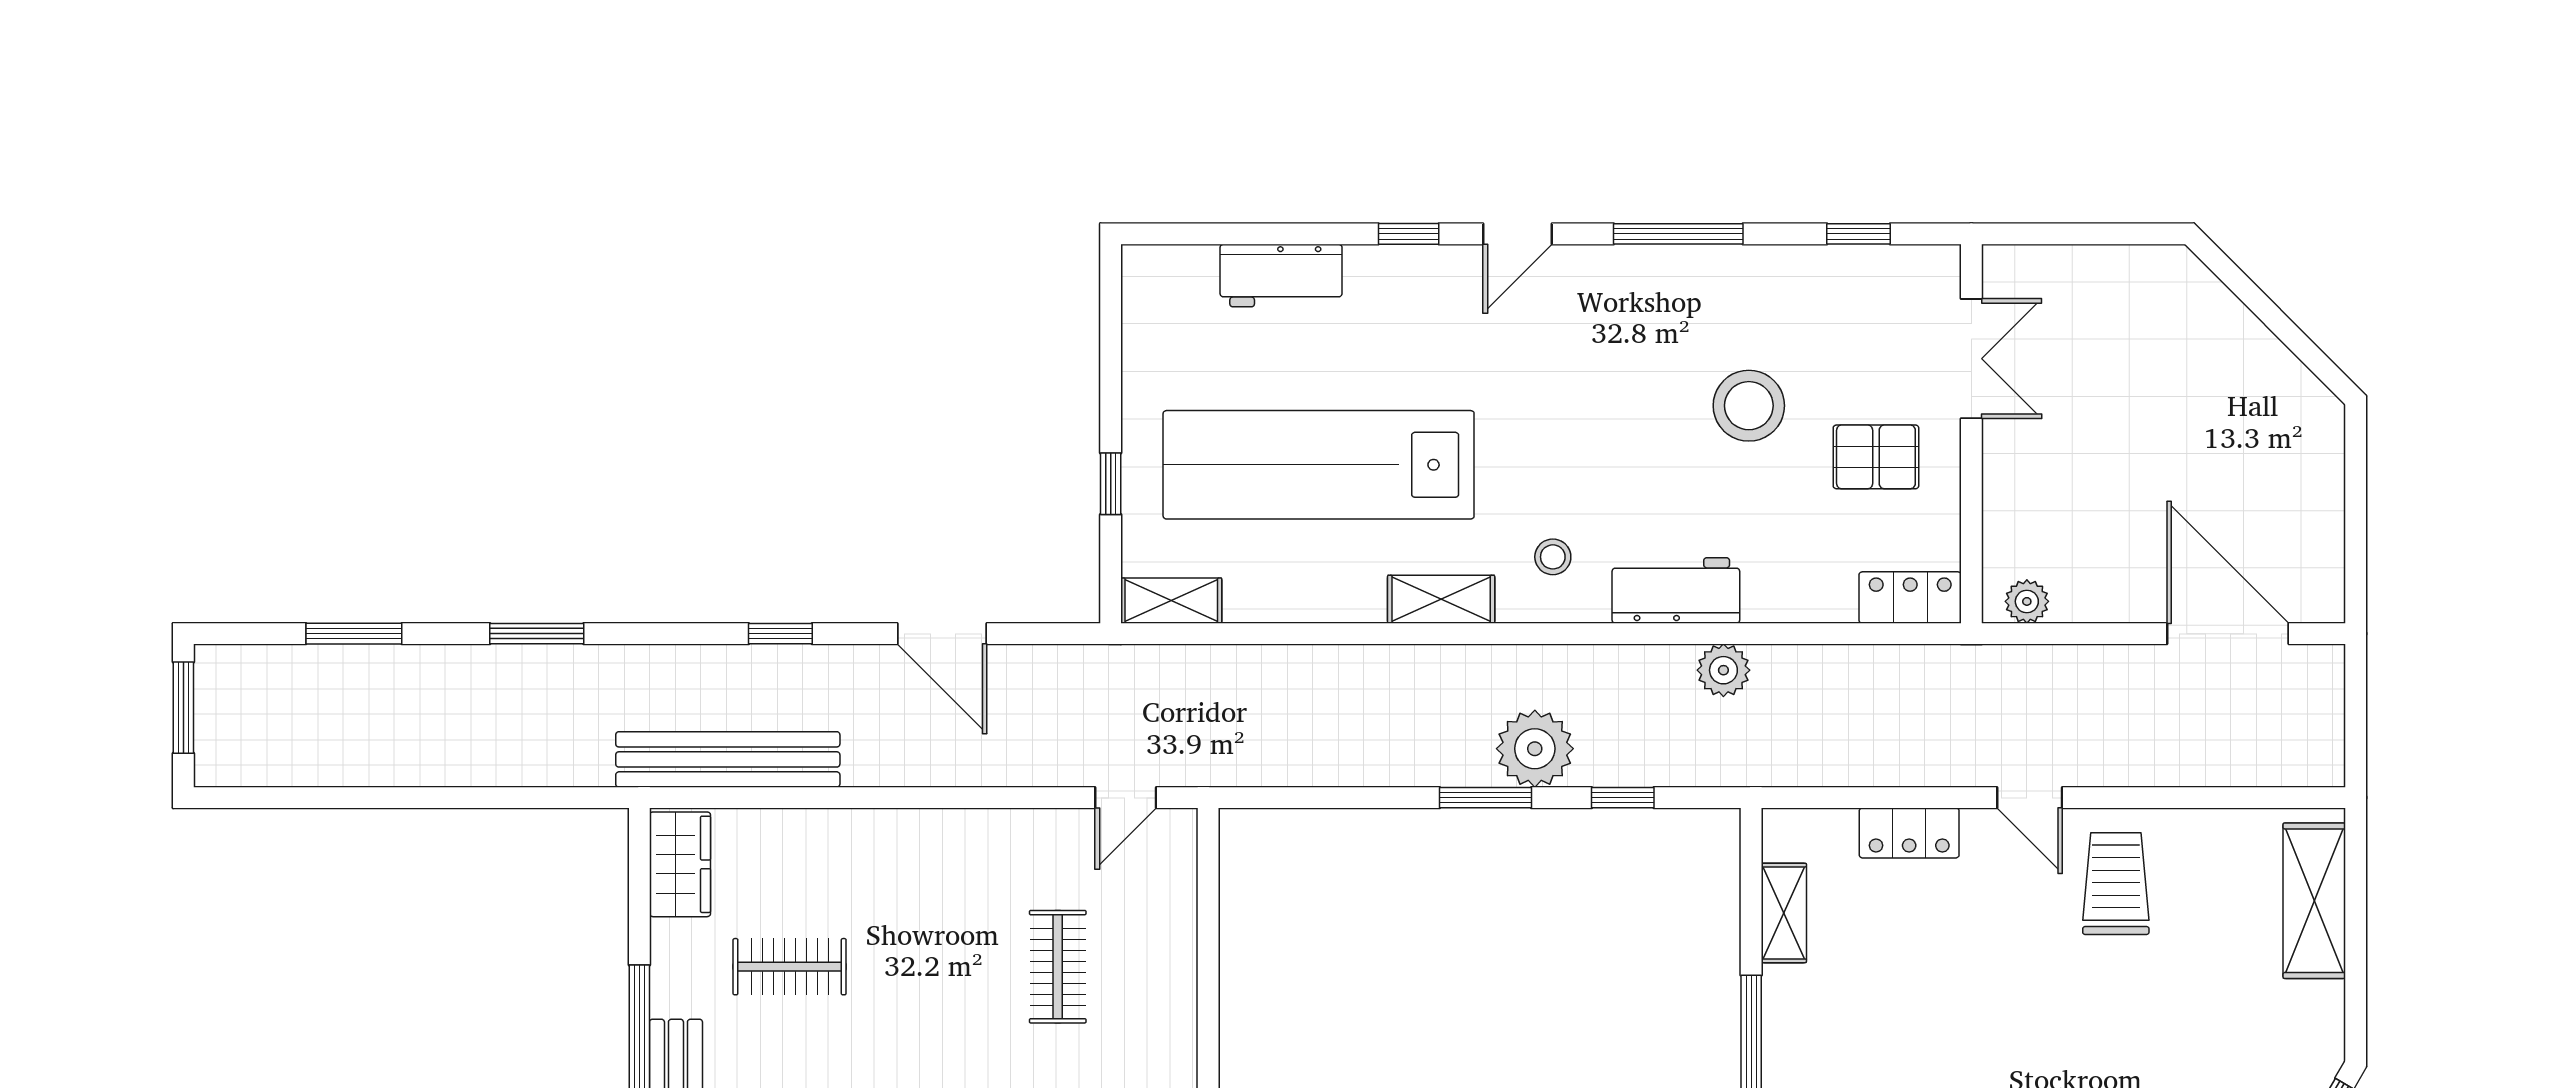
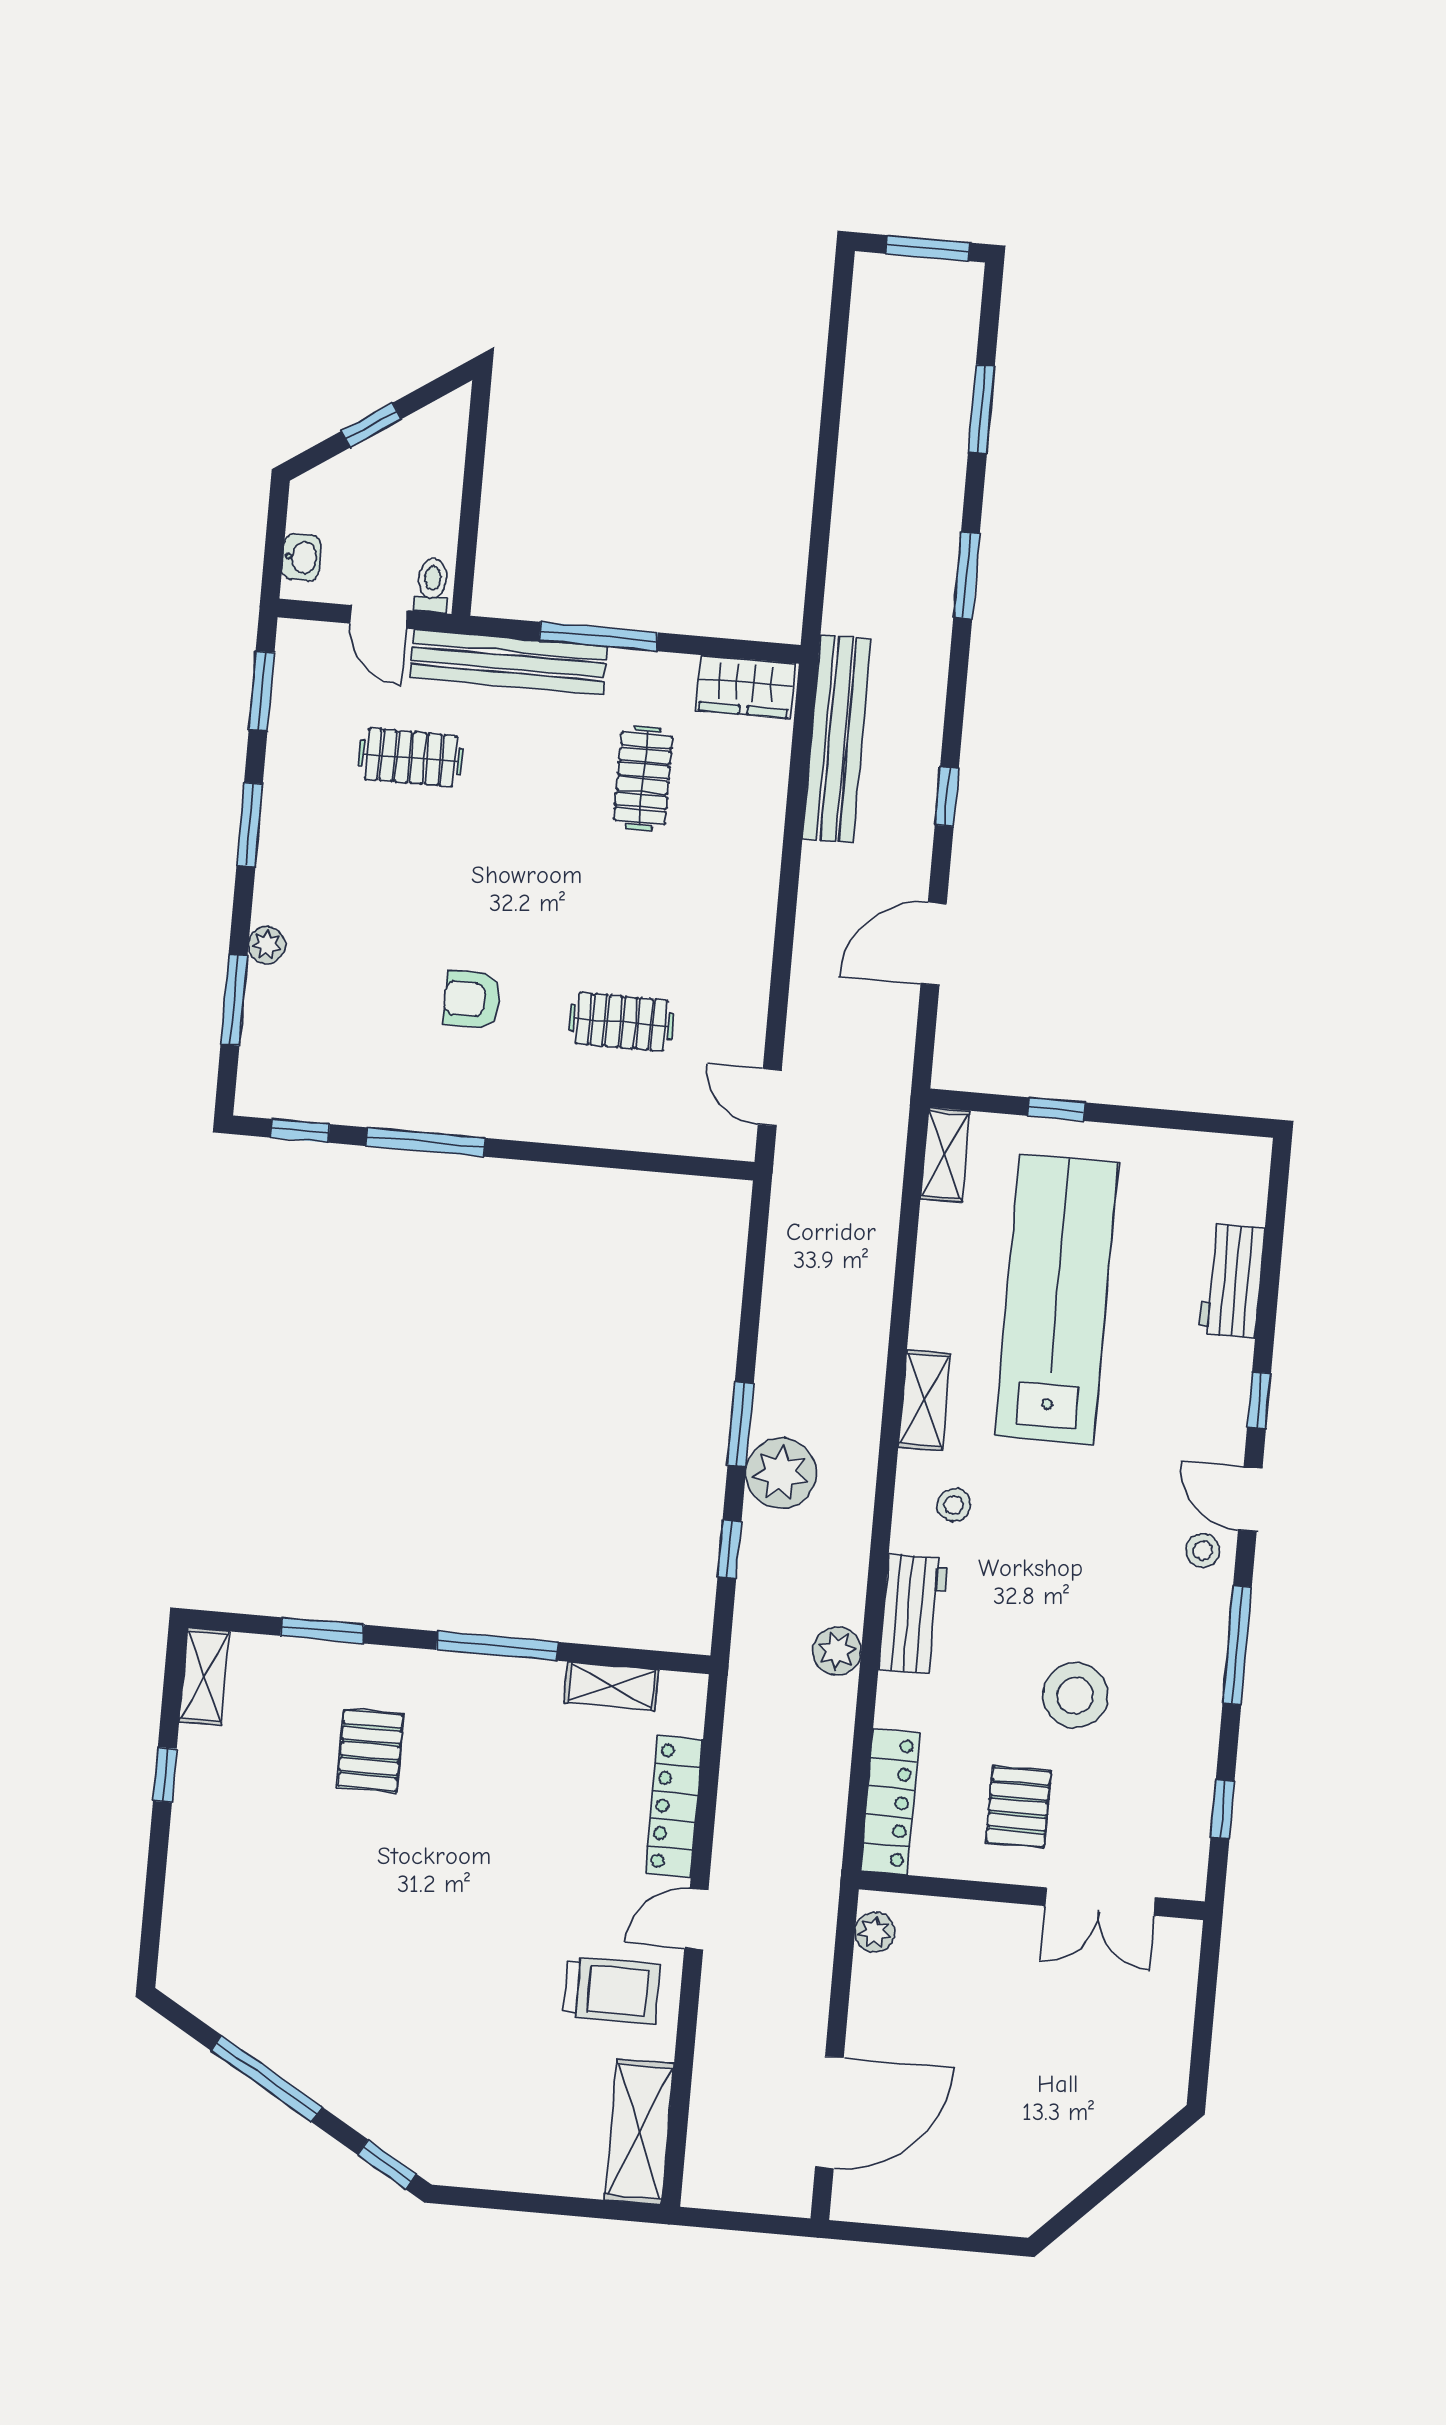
stool: (1578, 281) -> (1203, 1551), added
locker: (1910, 598) -> (890, 1802), width x1.53
locker: (1909, 833) -> (674, 1806), width x1.53
shelving: (2314, 901) -> (640, 2132), moved, turned 90

